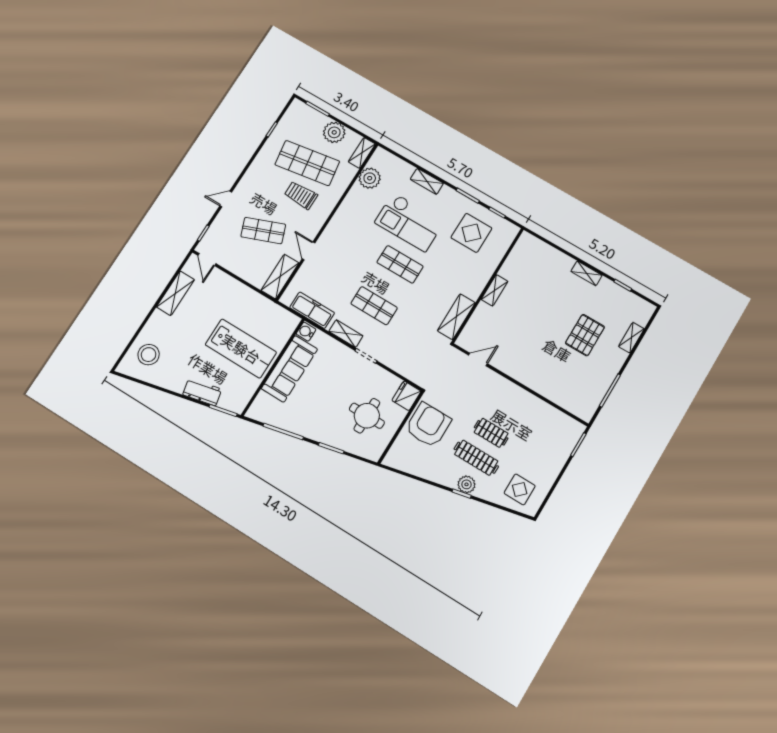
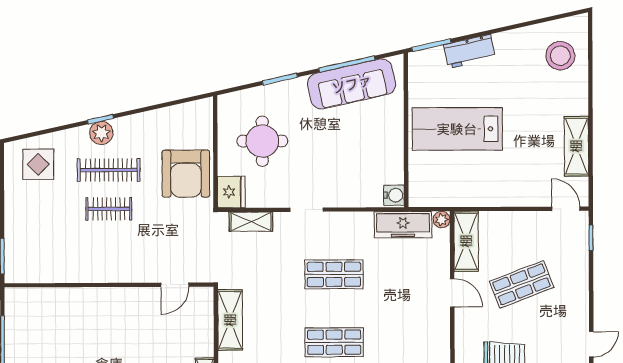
door: (226, 199) -> (591, 344), moved
plant: (286, 299) -> (442, 220), added
shelving: (346, 334) -> (251, 222), moved
sofa: (289, 369) -> (352, 84), moved, turned -102

